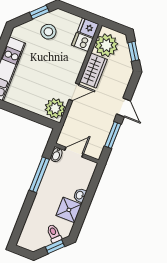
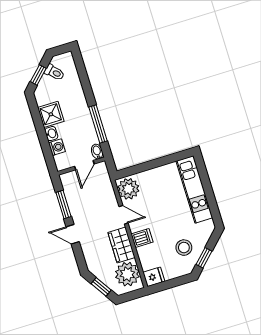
dishwasher: (82, 42) -> (142, 238), moved
door: (74, 92) -> (124, 215), swing flipped
washing machine: (84, 182) -> (57, 147), added
toilet: (54, 234) -> (54, 72), moved

